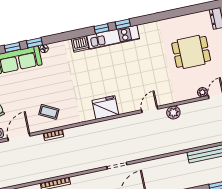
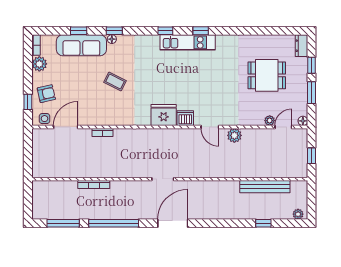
window: (101, 29) -> (165, 31), moved
window: (34, 43) -> (114, 31), moved
dishwasher: (80, 44) -> (185, 118), moved, turned 180
door: (150, 110) -> (210, 127), swing flipped
coffee table: (49, 112) -> (115, 82), moved

